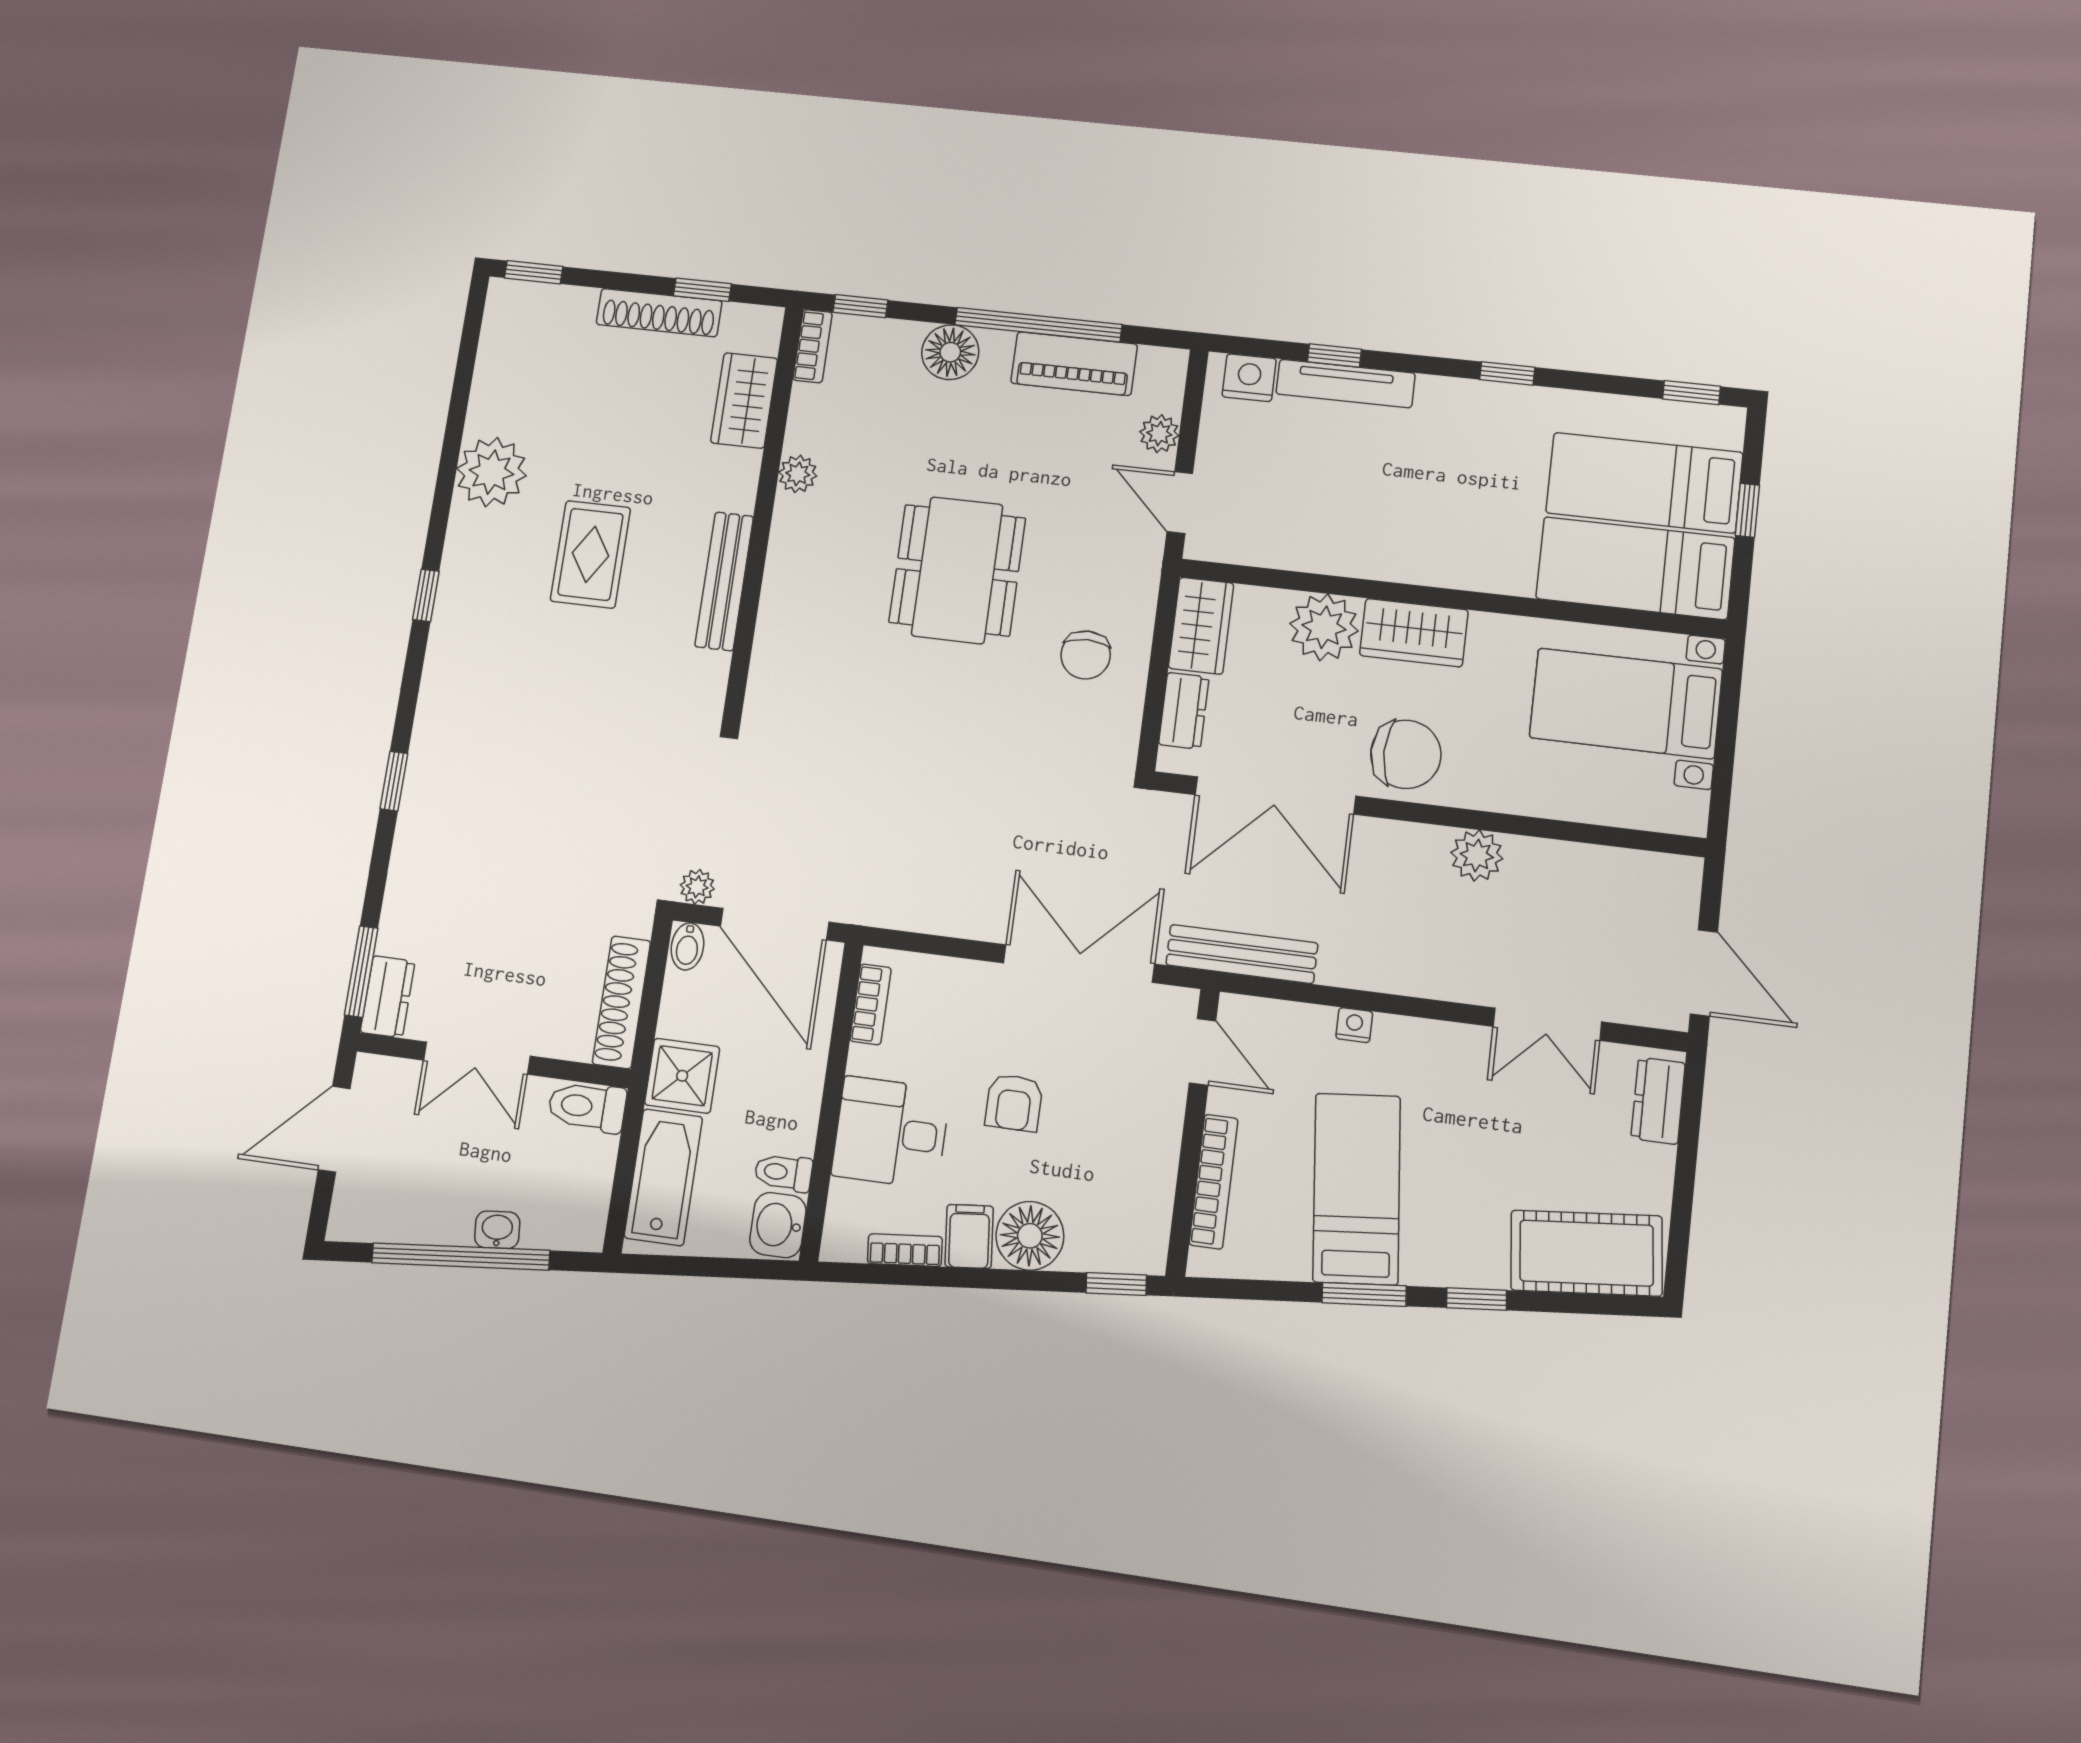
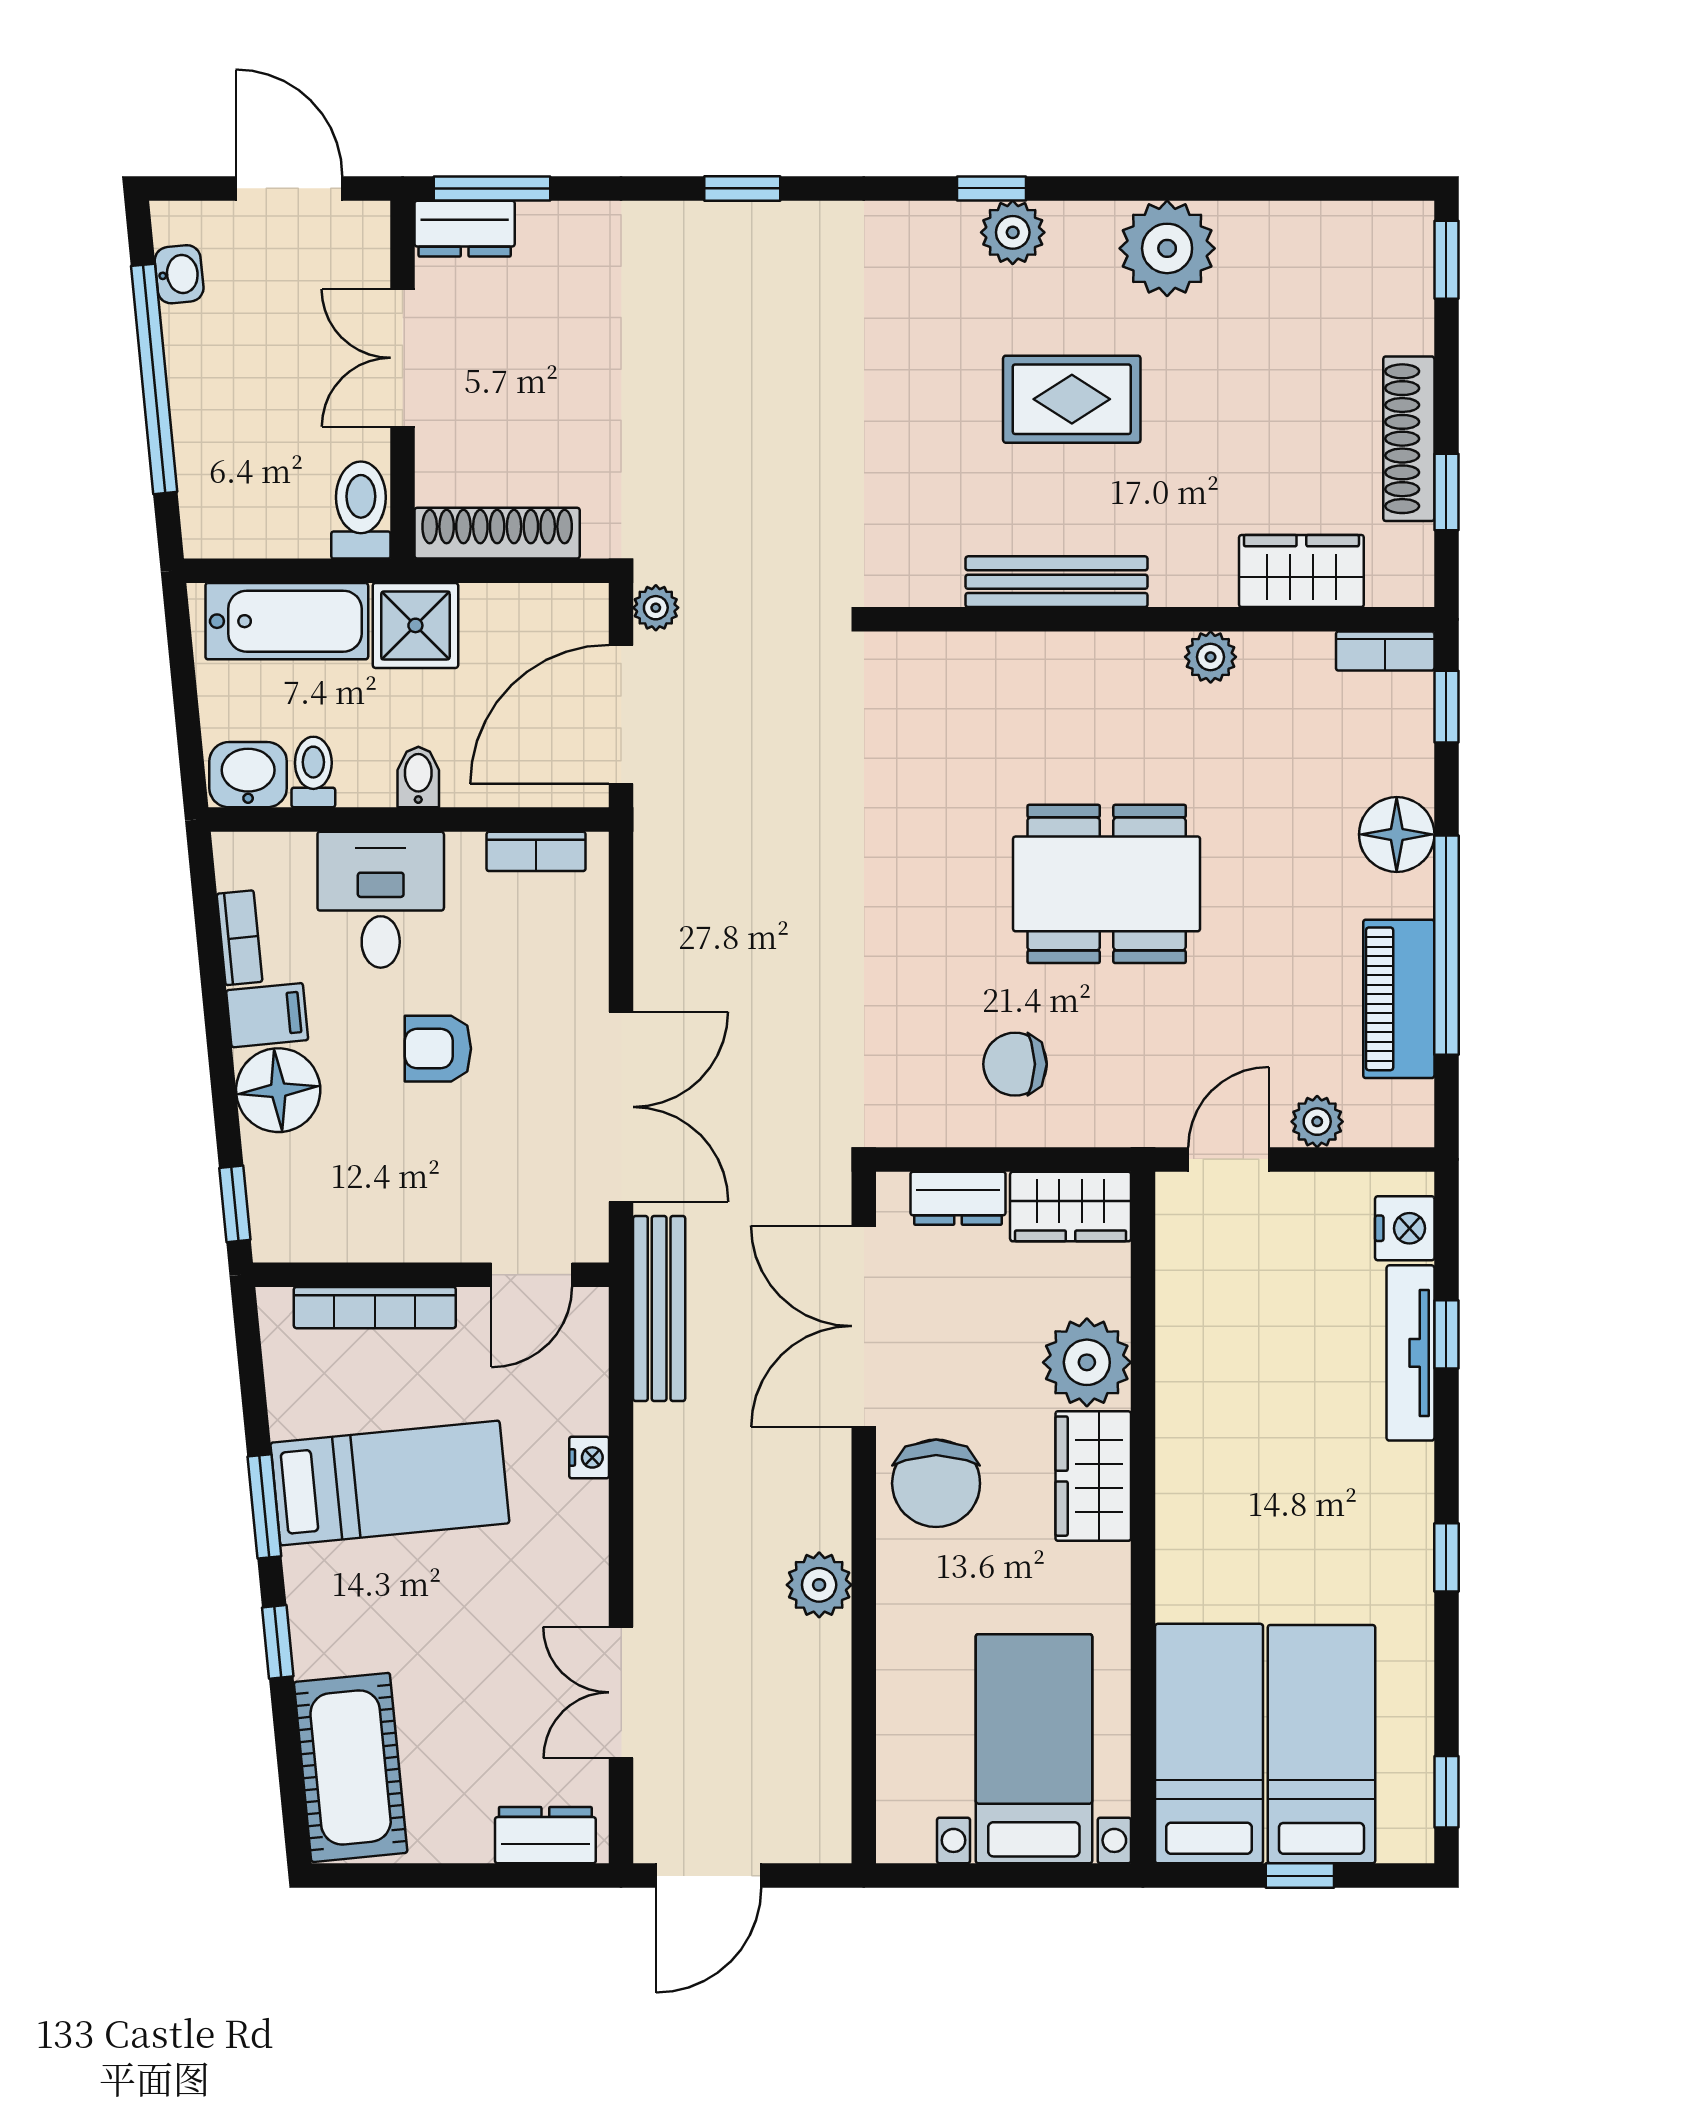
plant: (461, 584) -> (1013, 232), added
bidet: (687, 946) -> (418, 777), moved, turned 90
washbasin: (497, 1230) -> (179, 274), moved

